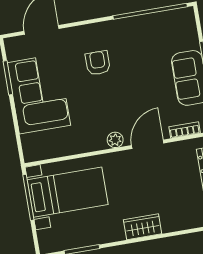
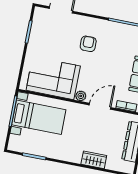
corner sofa: (39, 94) -> (53, 78), moved, turned -90
wardrobe: (143, 227) -> (94, 160), moved

